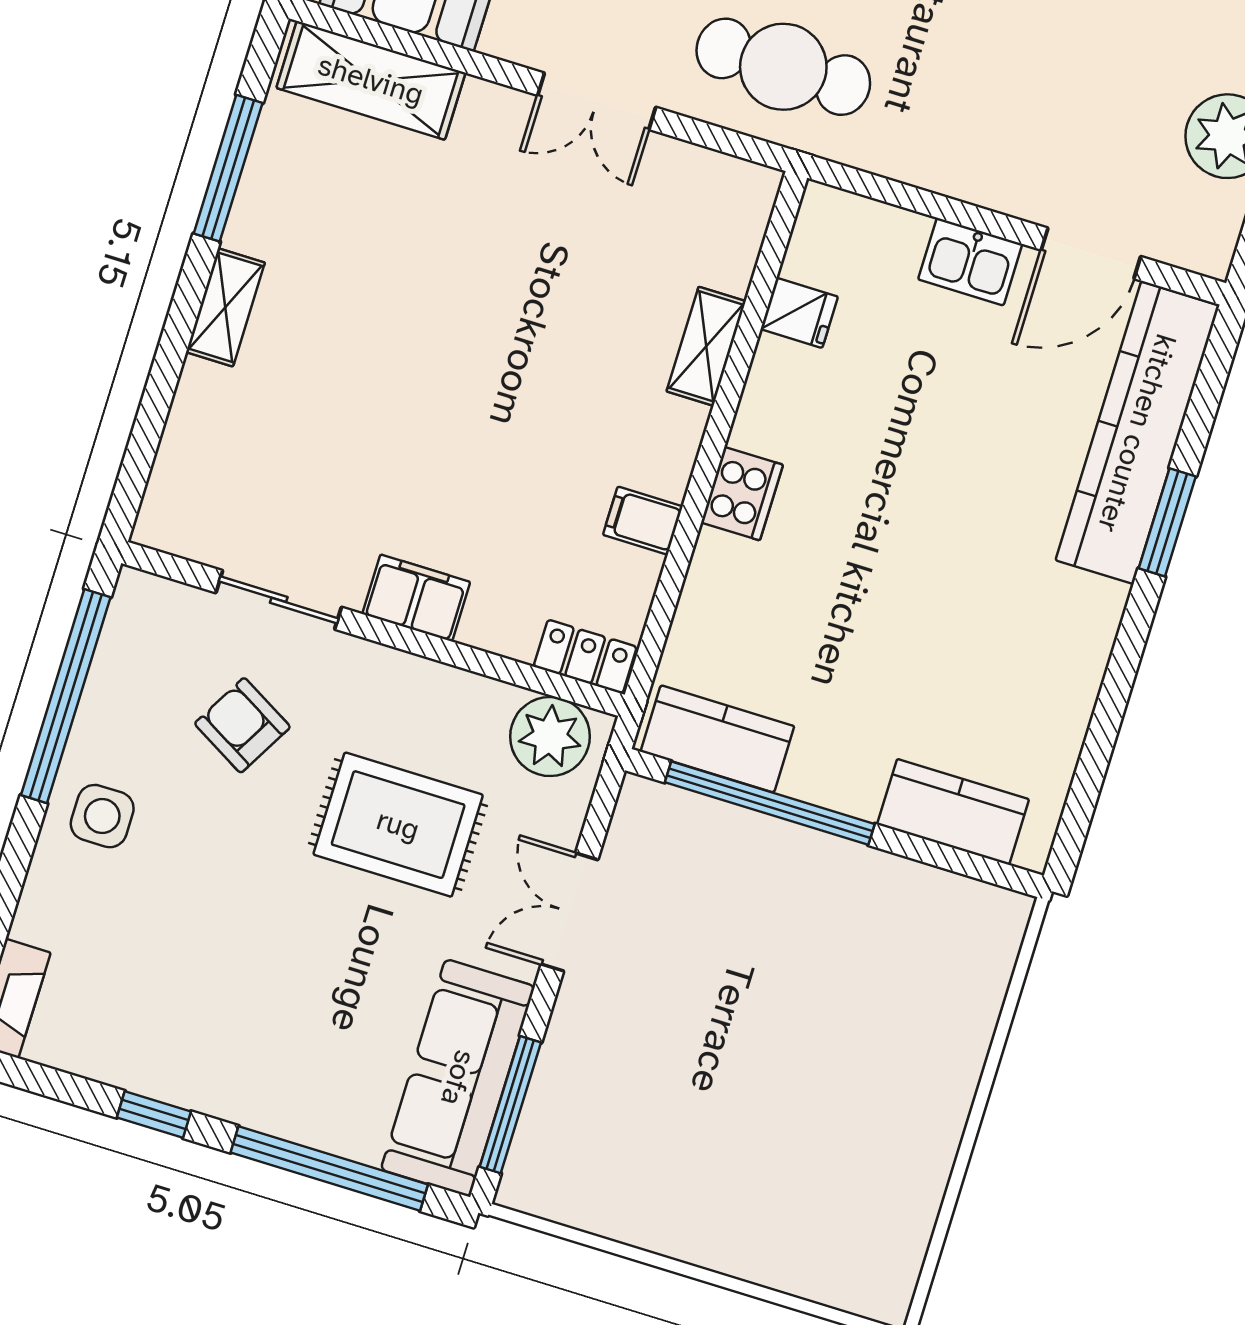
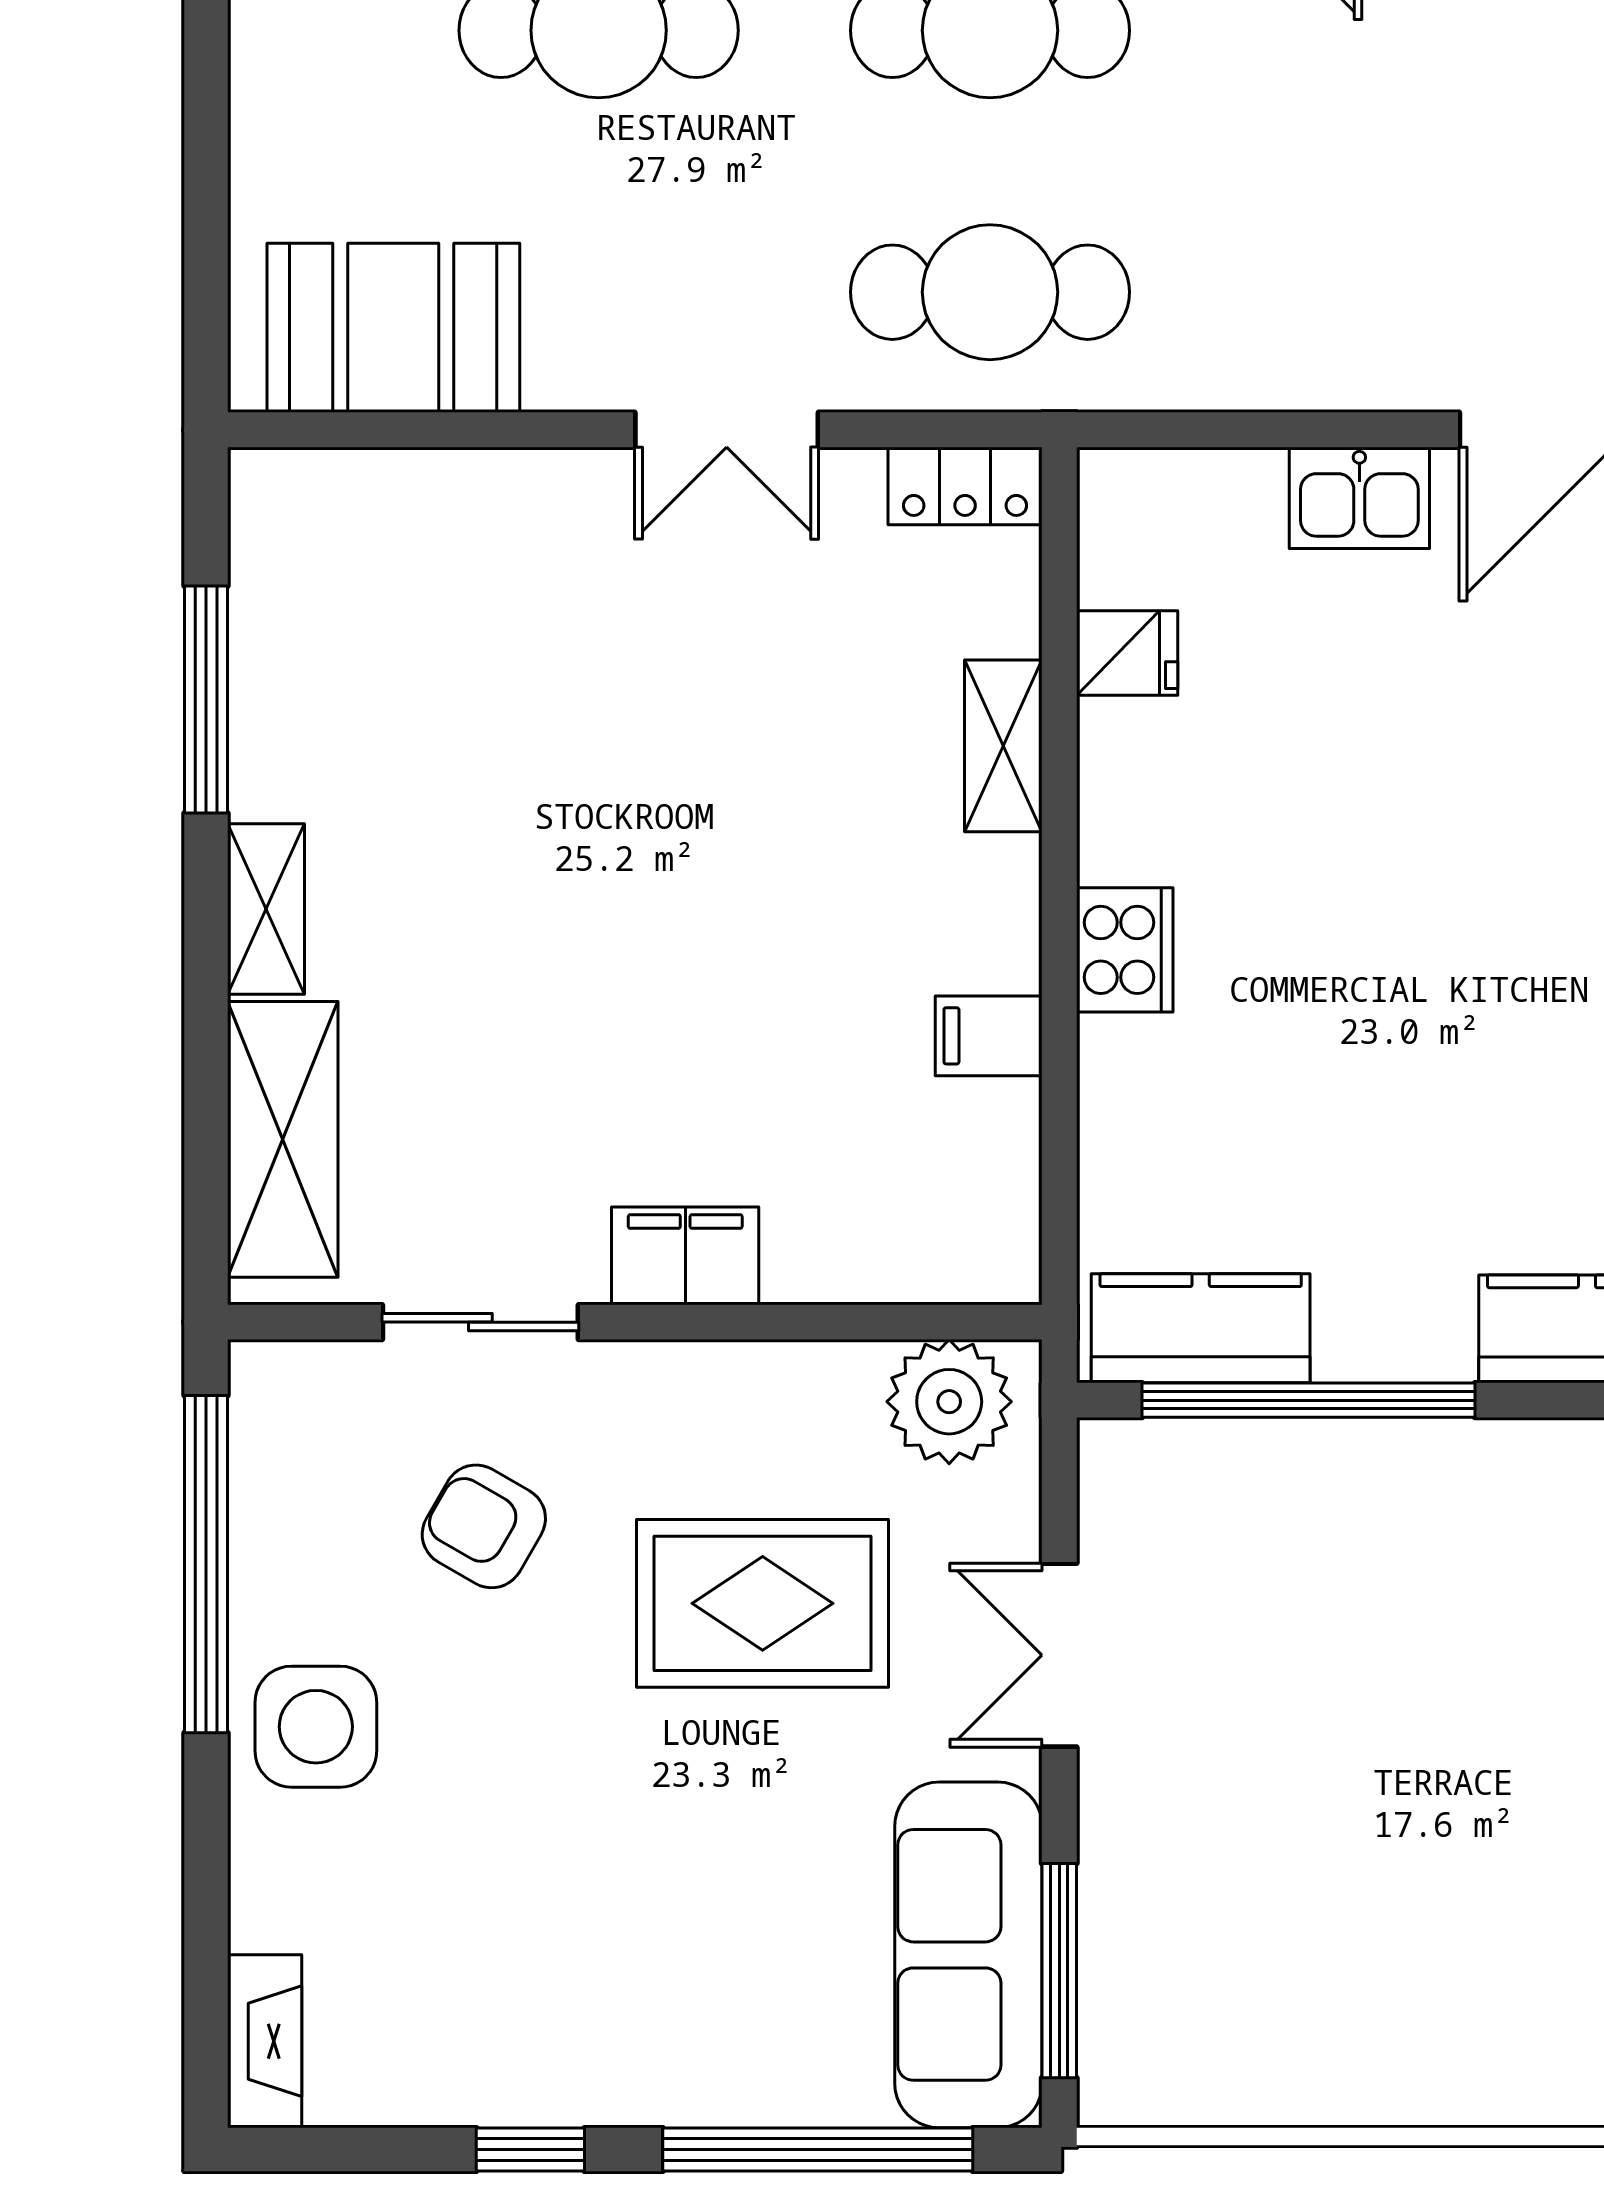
shelving: (371, 80) -> (283, 1139), moved, turned 90
locker: (585, 657) -> (965, 486), moved, turned 180
side table: (102, 816) -> (316, 1727), width x1.37, depth x1.37

